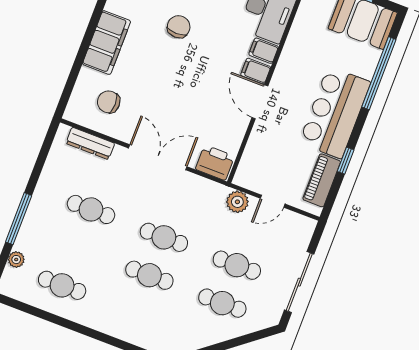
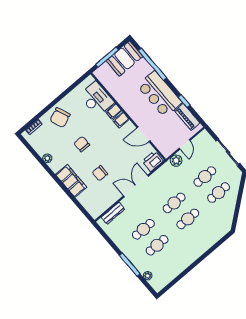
chair: (109, 102) -> (100, 173), moved
door: (260, 102) -> (143, 134), moved
cafe table: (62, 285) -> (157, 245), moved

